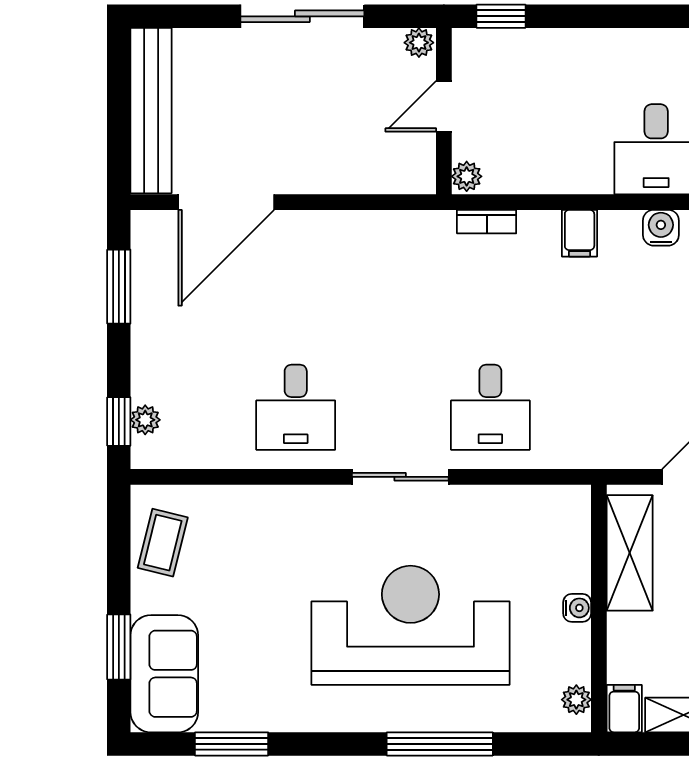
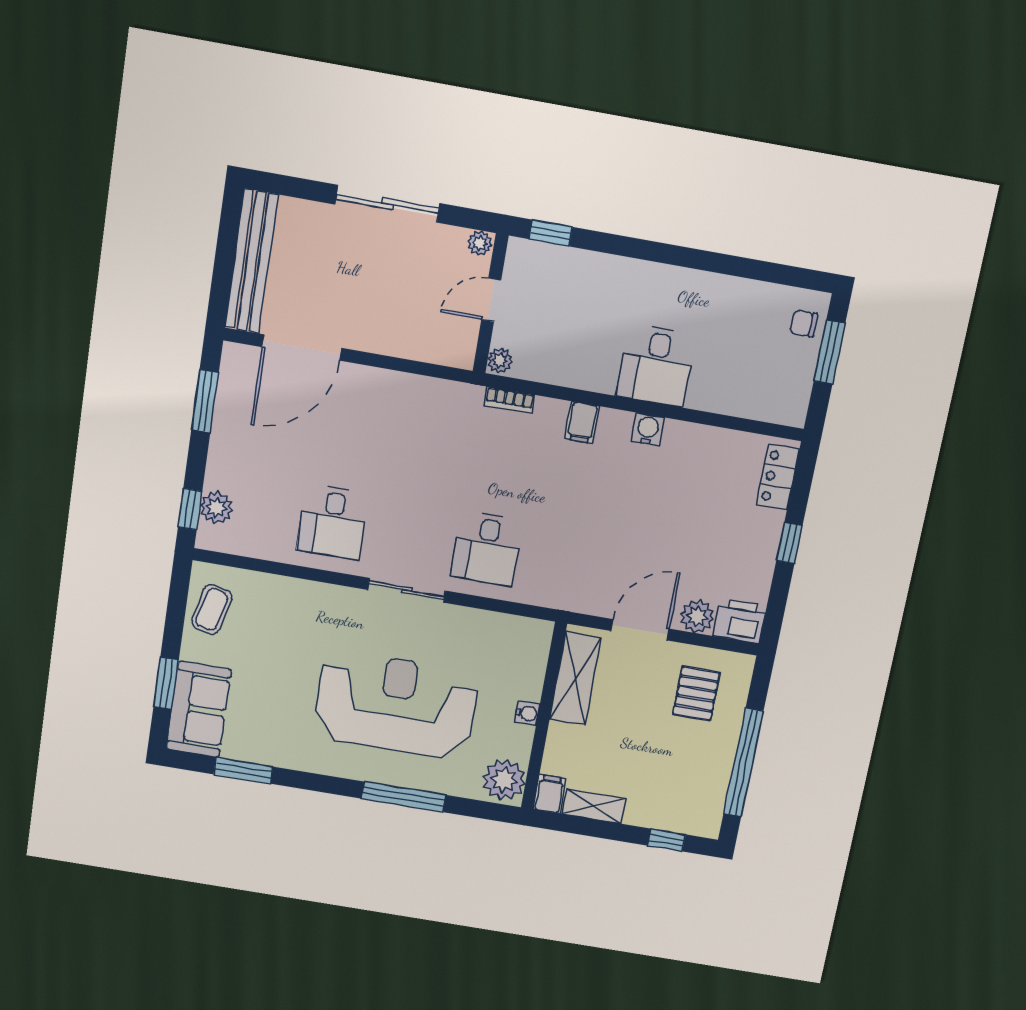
plant: (145, 420) -> (216, 508), width x1.38, depth x1.38
plant: (576, 700) -> (504, 780), width x1.88, depth x1.88

